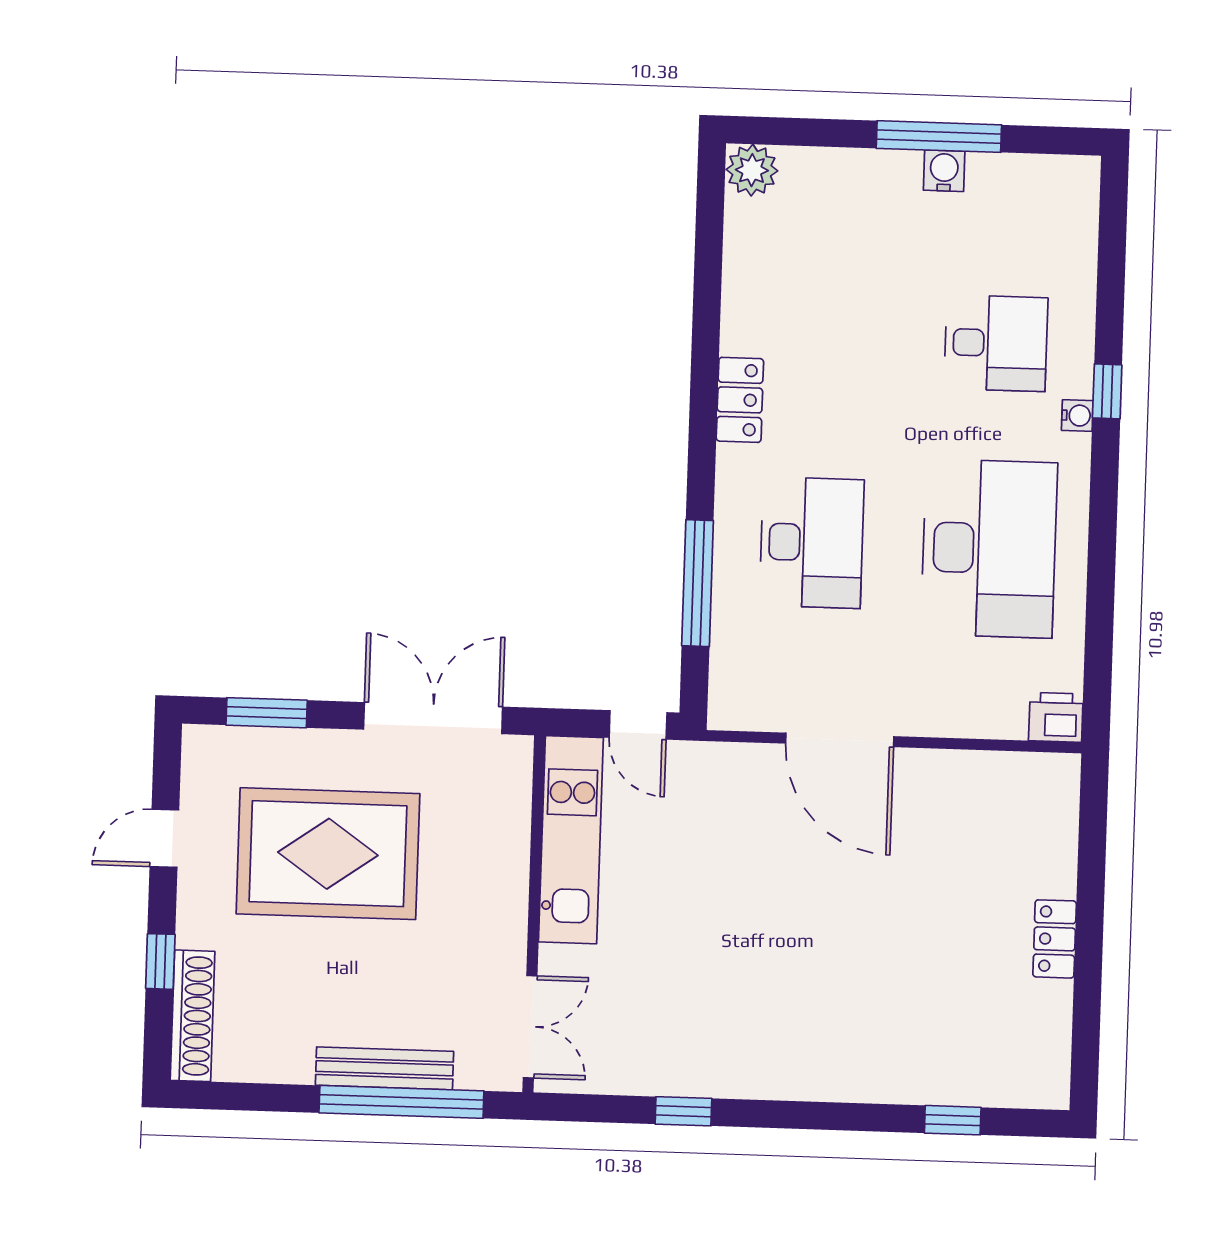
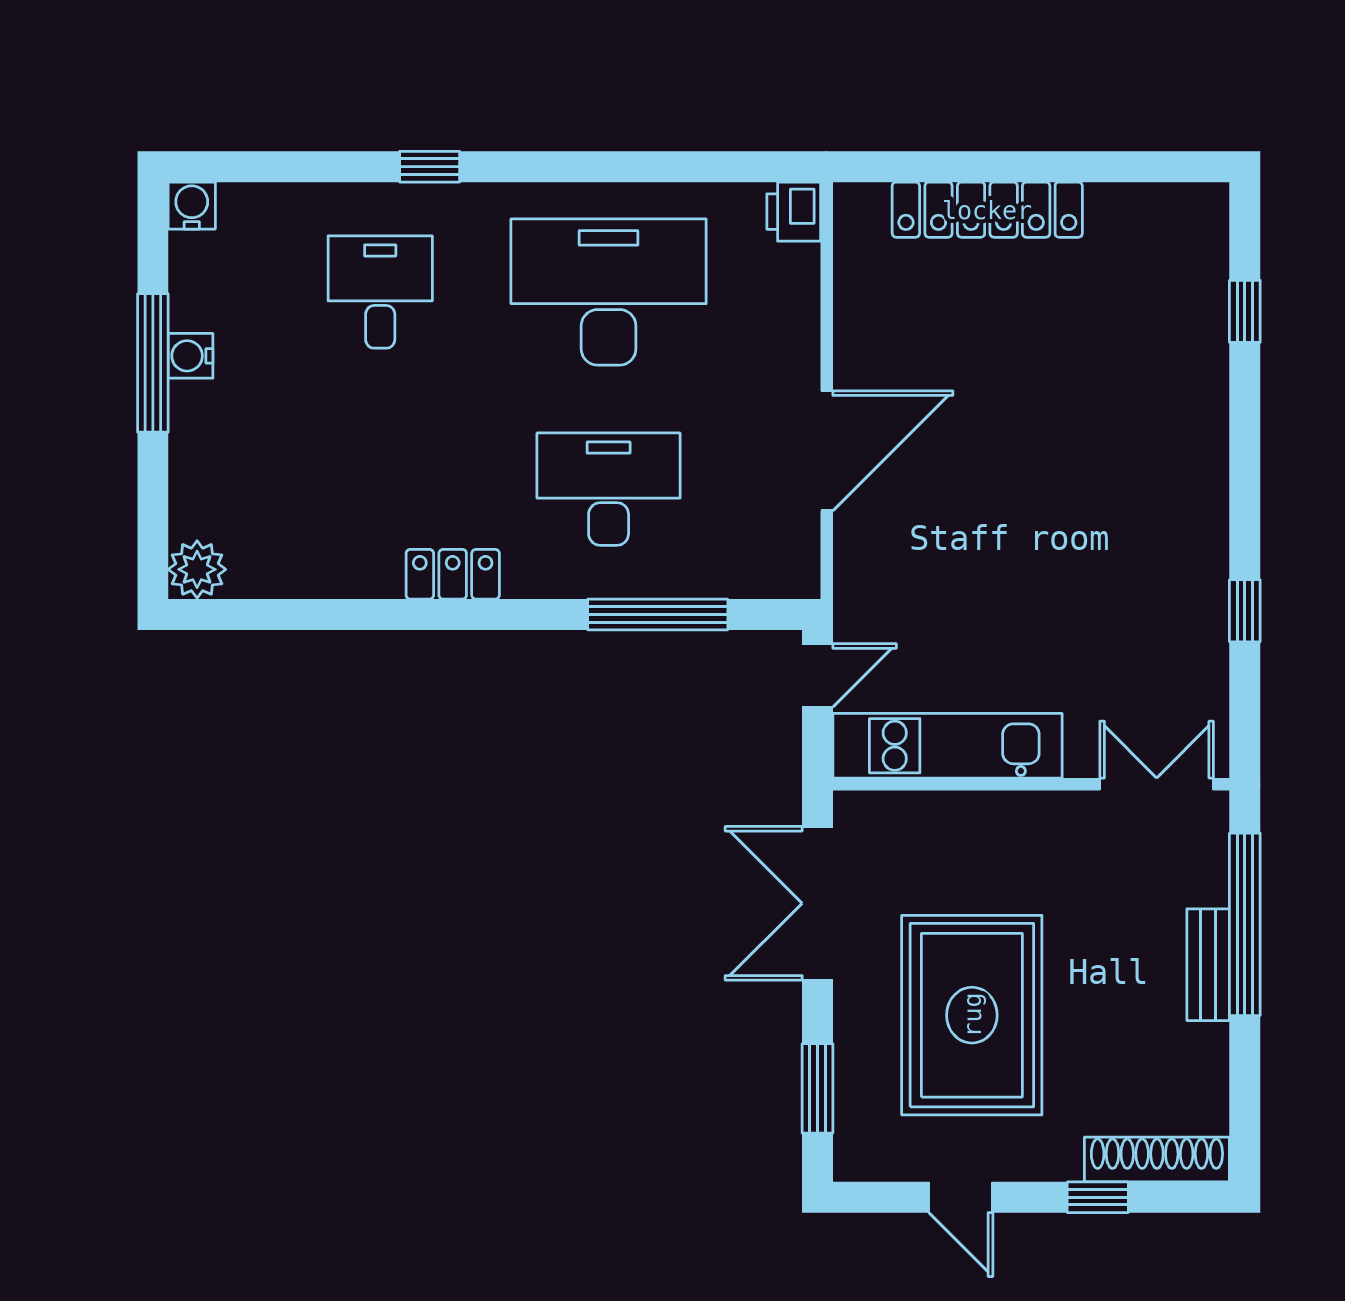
water cooler: (1077, 415) -> (192, 206), moved, width x1.38, depth x1.38
locker: (1055, 939) -> (987, 210), width x2.16, depth x1.21
bench: (385, 1068) -> (1208, 965), width x0.73

